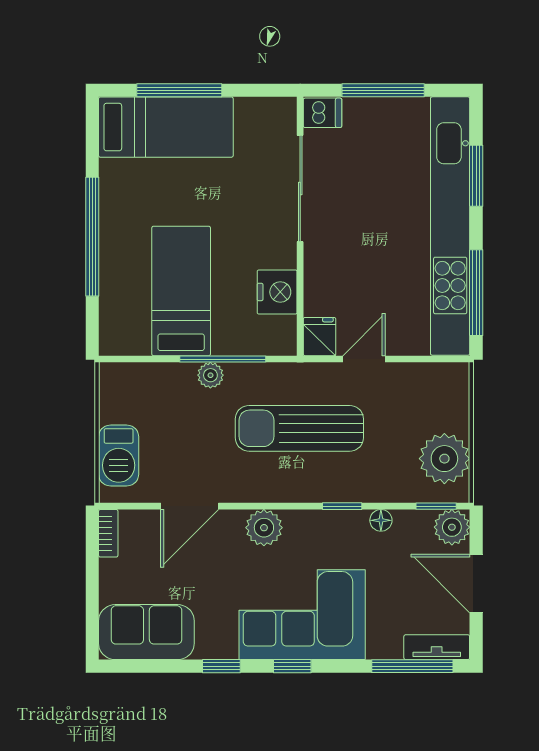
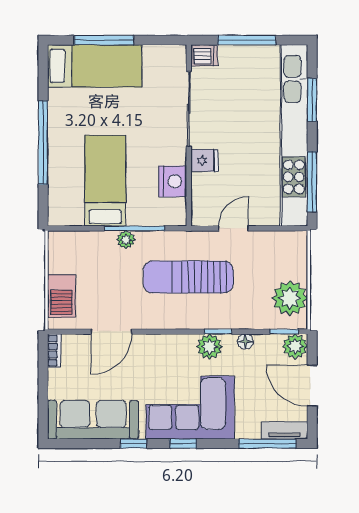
fridge: (320, 337) -> (204, 160), moved, turned 90
plant: (264, 528) -> (210, 347), moved
sofa: (146, 632) -> (93, 420), width x1.36

